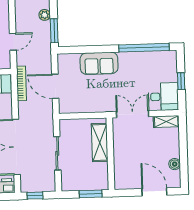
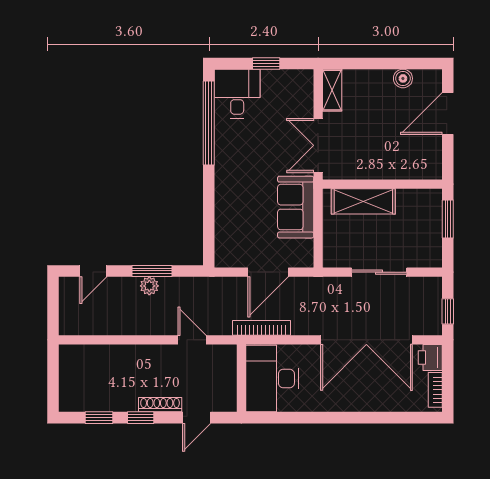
window: (54, 31) -> (152, 271), moved
sofa: (99, 63) -> (296, 207), moved, turned 180
desk: (163, 97) -> (237, 94), moved

